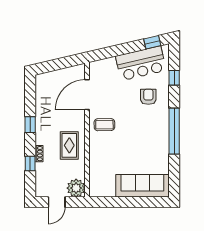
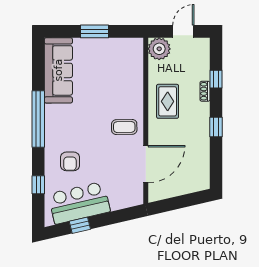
window: (152, 42) -> (80, 225), moved
sofa: (142, 186) -> (58, 70), moved, turned -90
window: (128, 202) -> (95, 31), added

